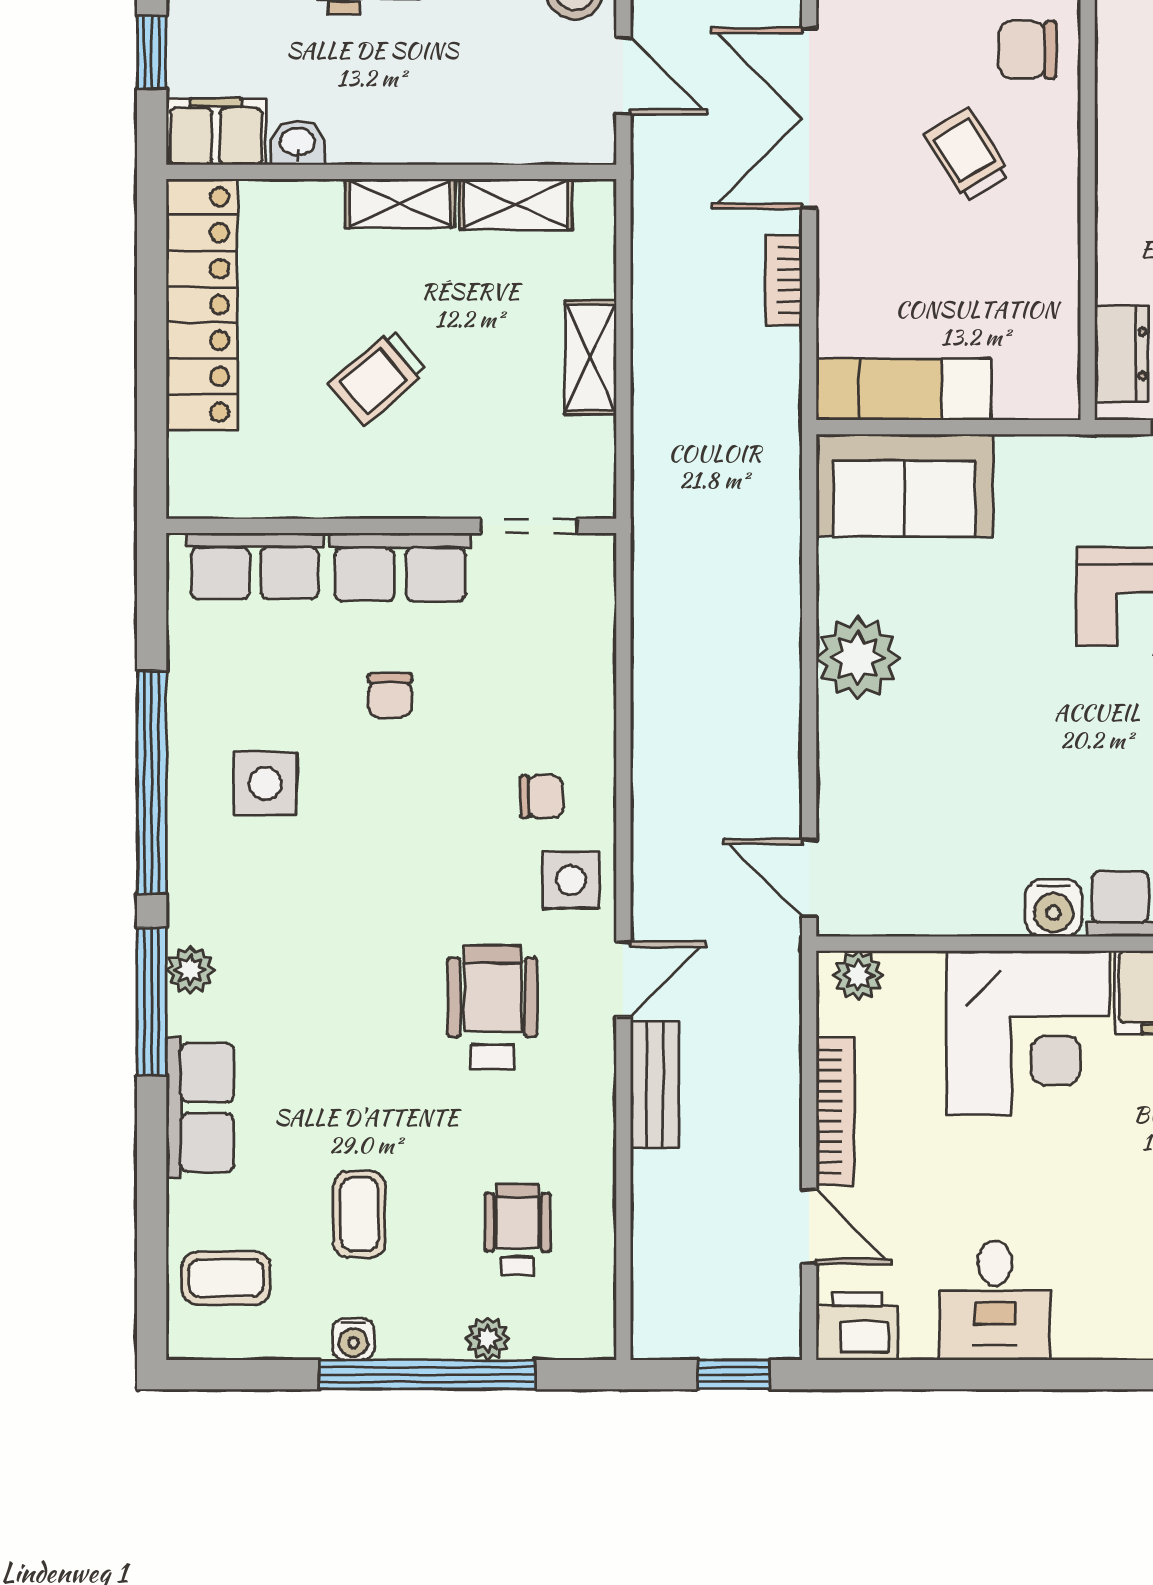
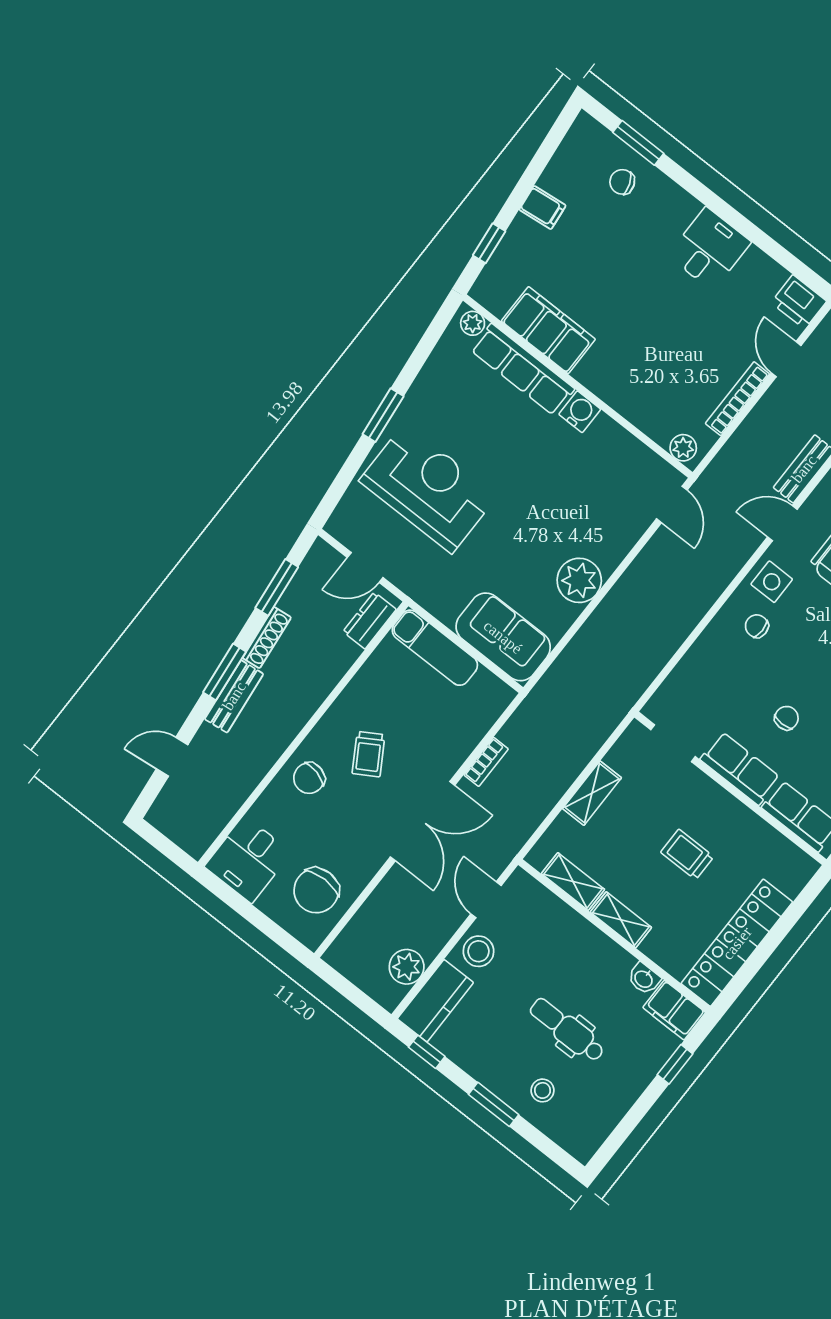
chair: (1027, 50) -> (309, 778), turned 104
trolley: (378, 378) -> (687, 854), turned -140
exam couch: (903, 390) -> (435, 648), moved
corner desk: (1028, 1033) -> (631, 368), removed
desk: (995, 1300) -> (709, 249), moved

